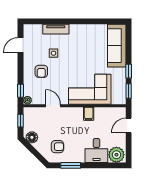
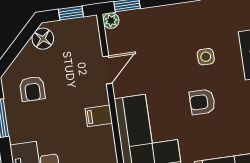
armchair: (41, 71) -> (202, 102), moved
filing cabinet: (89, 114) -> (99, 116), moved

